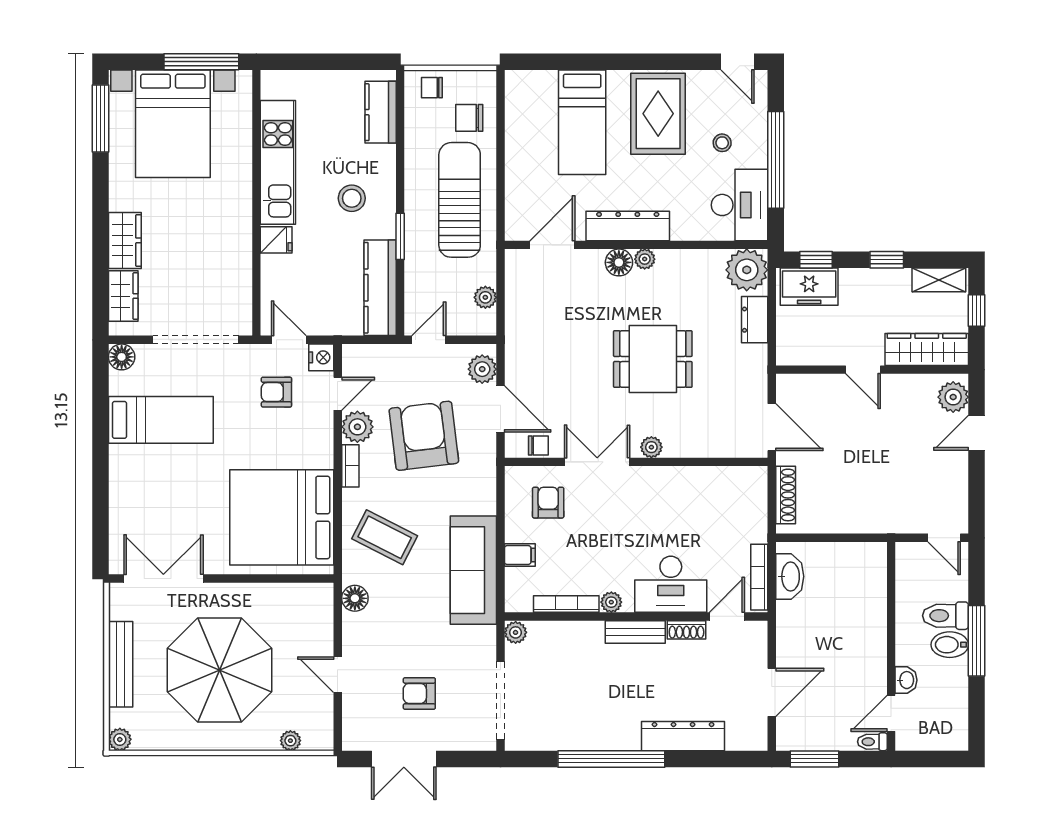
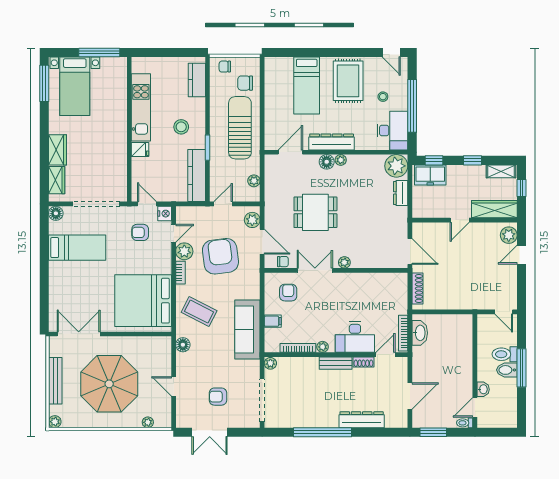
bed with nightstands: (173, 124) -> (75, 86), width x0.73
dining table: (653, 359) -> (315, 212), moved
door: (863, 370) -> (460, 220), hinge flipped

